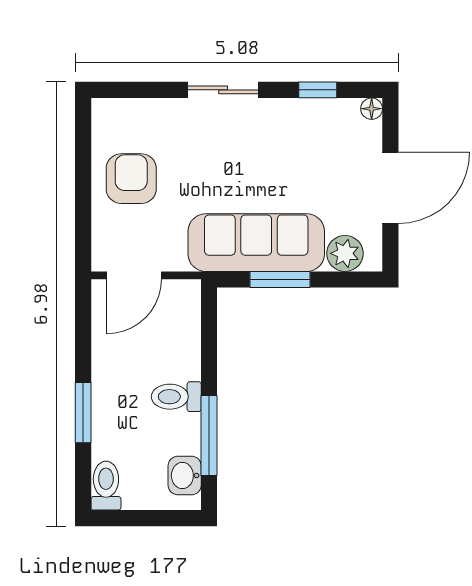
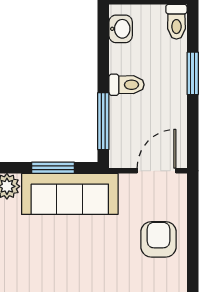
armchair: (131, 179) -> (159, 239), turned 180
window: (209, 435) -> (103, 121), moved

